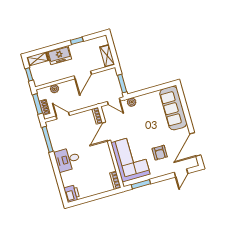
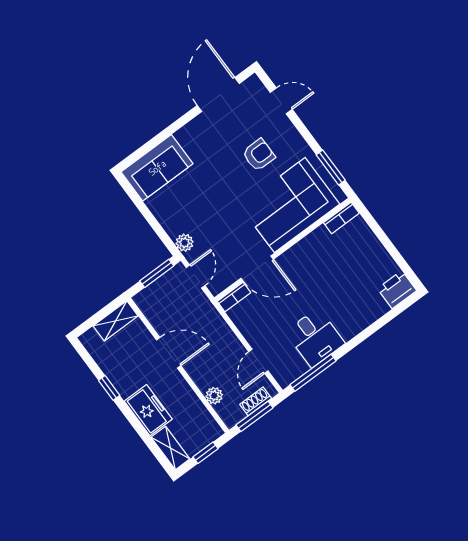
sofa: (173, 108) -> (157, 168), width x0.73
door: (195, 144) -> (218, 95), swing flipped
desk: (67, 159) -> (315, 338), moved

